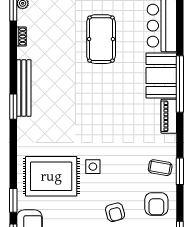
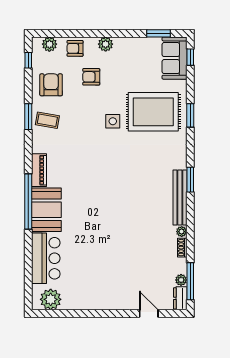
pool table: (101, 39) -> (105, 245), removed
plant: (22, 53) -> (182, 232), added
window: (13, 200) -> (190, 115), moved
armchair: (115, 212) -> (91, 77), turned -75

